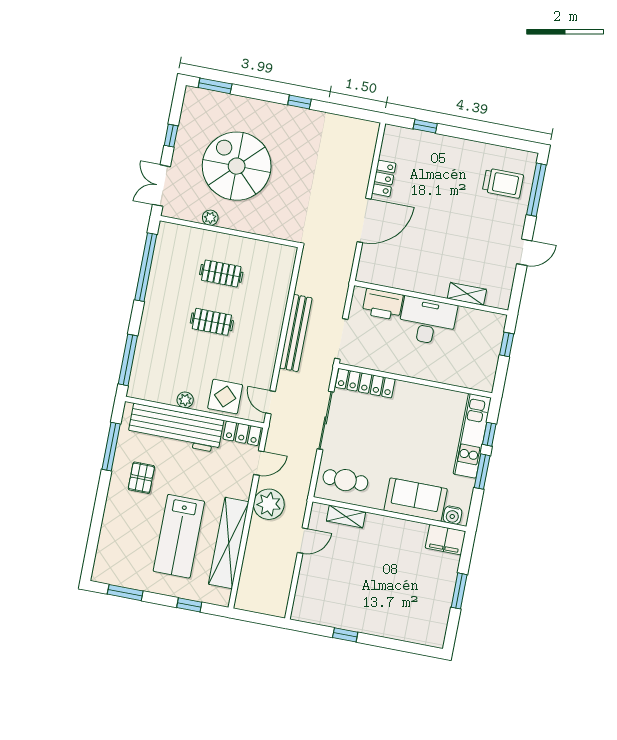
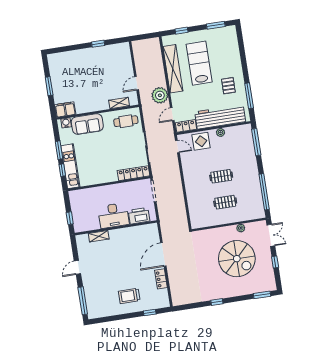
trolley: (503, 183) -> (129, 296), moved
bench: (296, 333) -> (177, 186), removed

